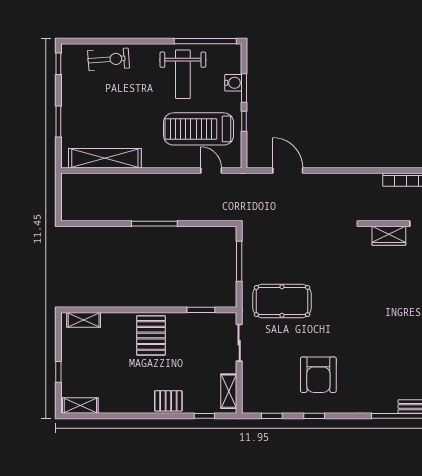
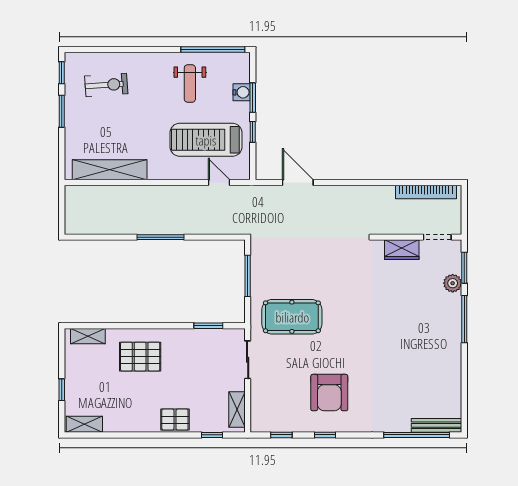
exercise bike: (109, 59) -> (106, 85), moved
weight bench: (183, 74) -> (190, 83), width x0.73, depth x0.75
window: (58, 121) -> (62, 111), moved
pallet: (151, 335) -> (140, 357), moved, turned 90

